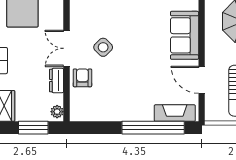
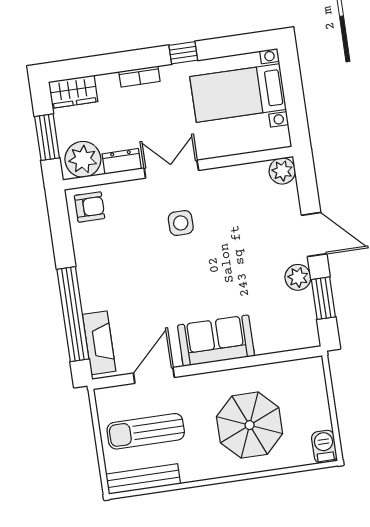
side table: (103, 47) -> (181, 223), turned 45
armchair: (82, 78) -> (90, 207), moved
plant: (57, 112) -> (83, 159), width x1.88, depth x1.88

